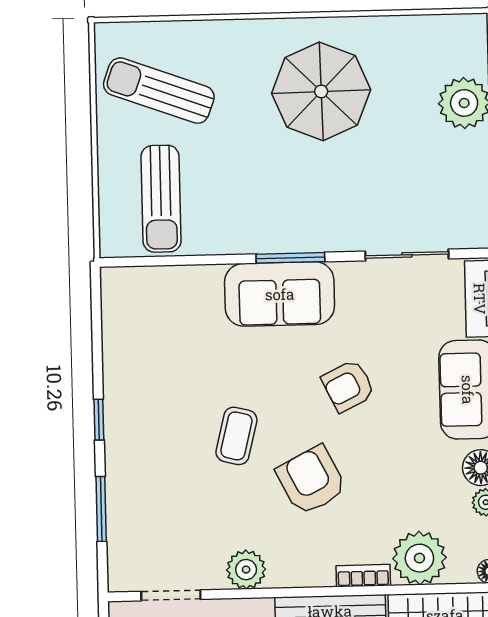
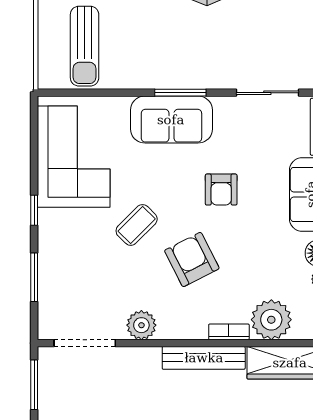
corner sofa: (150, 347) -> (74, 157), added
armchair: (348, 386) -> (221, 190), turned -64
coffee table: (236, 436) -> (137, 225), turned 31
doorway: (171, 595) -> (85, 343), width x1.38

